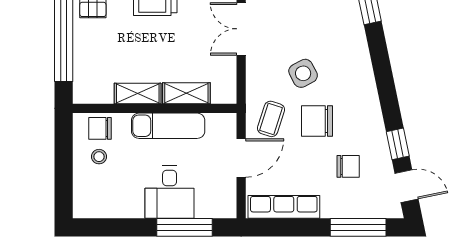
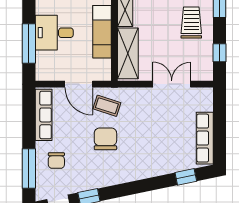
side table: (303, 73) -> (140, 129), removed
shelving: (186, 93) -> (128, 53), width x1.50, depth x1.33
chair: (348, 166) -> (56, 161), moved

